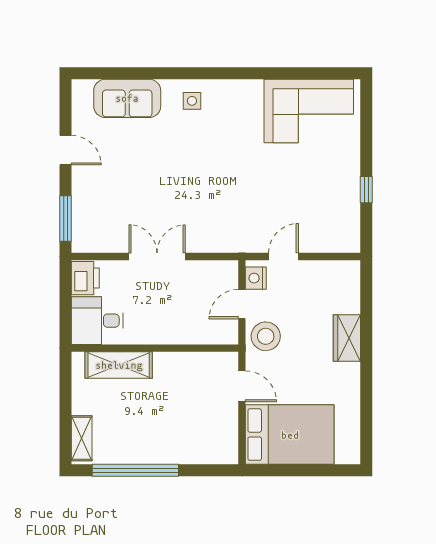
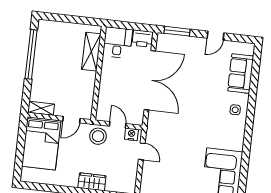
double door: (157, 256) -> (150, 80), width x1.87
shelving: (82, 438) -> (41, 108), moved

